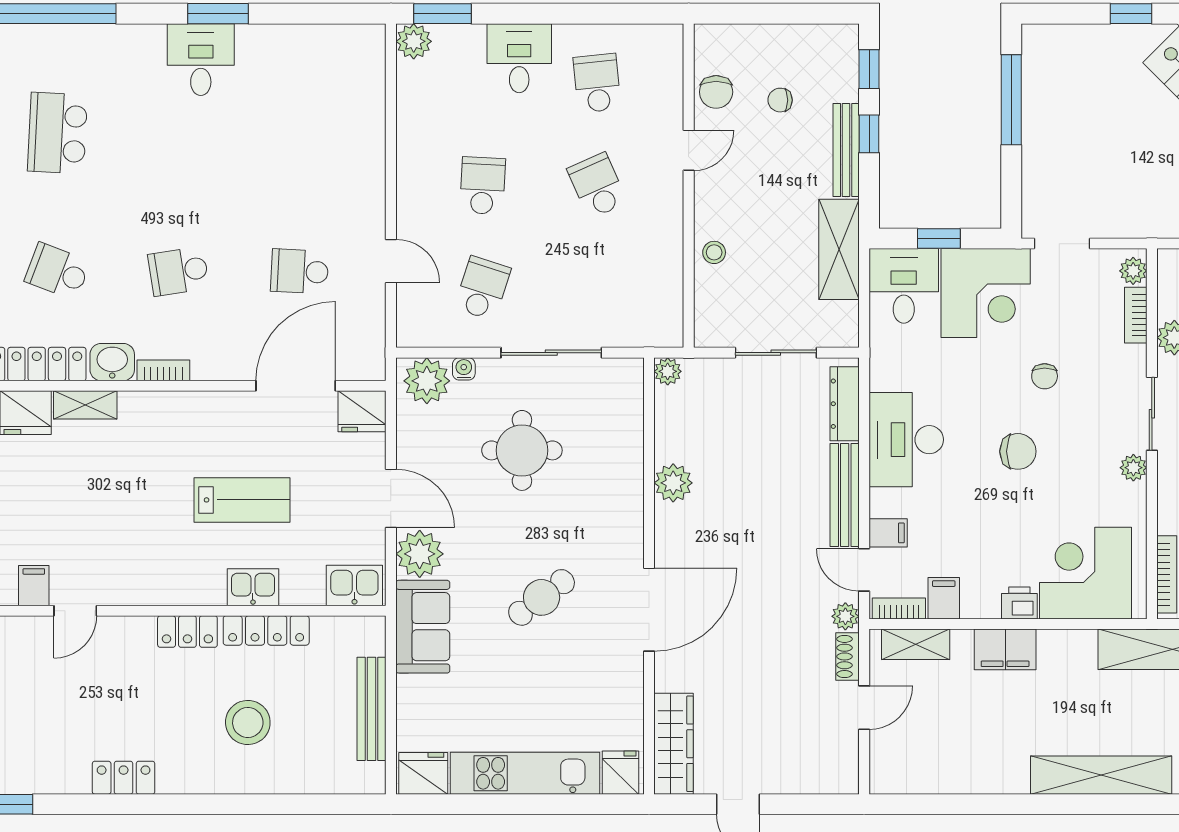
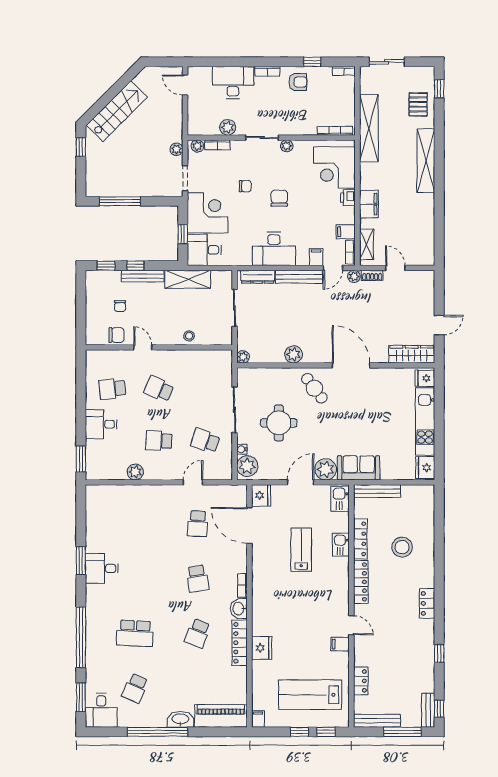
plant: (414, 41) -> (135, 472), moved
school desk: (597, 186) -> (159, 389), turned 48
plant: (1126, 225) -> (176, 149), added
shelving: (85, 405) -> (258, 621), removed
cafe table: (542, 597) -> (314, 388), moved
locker: (187, 632) -> (361, 582), width x1.53
bench: (372, 709) -> (377, 491), moved

